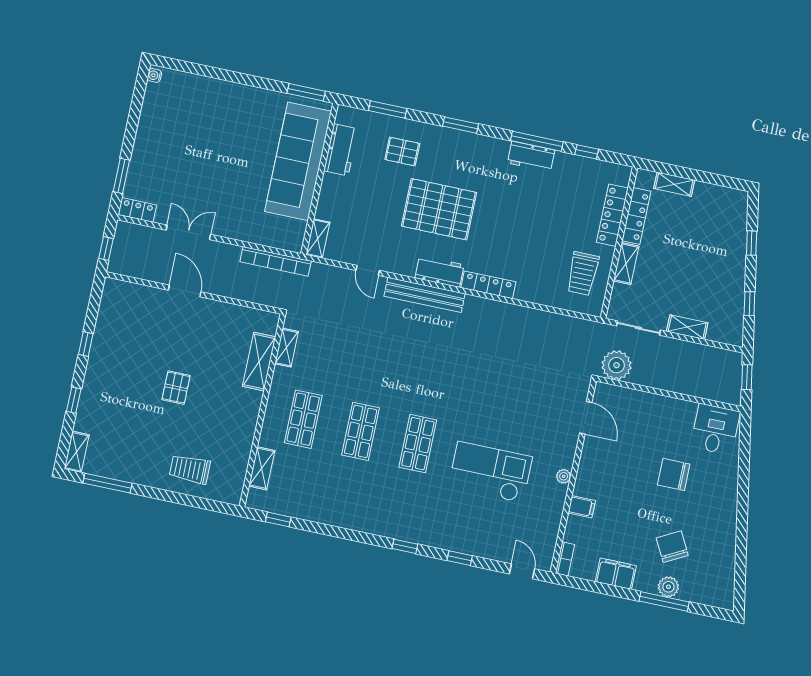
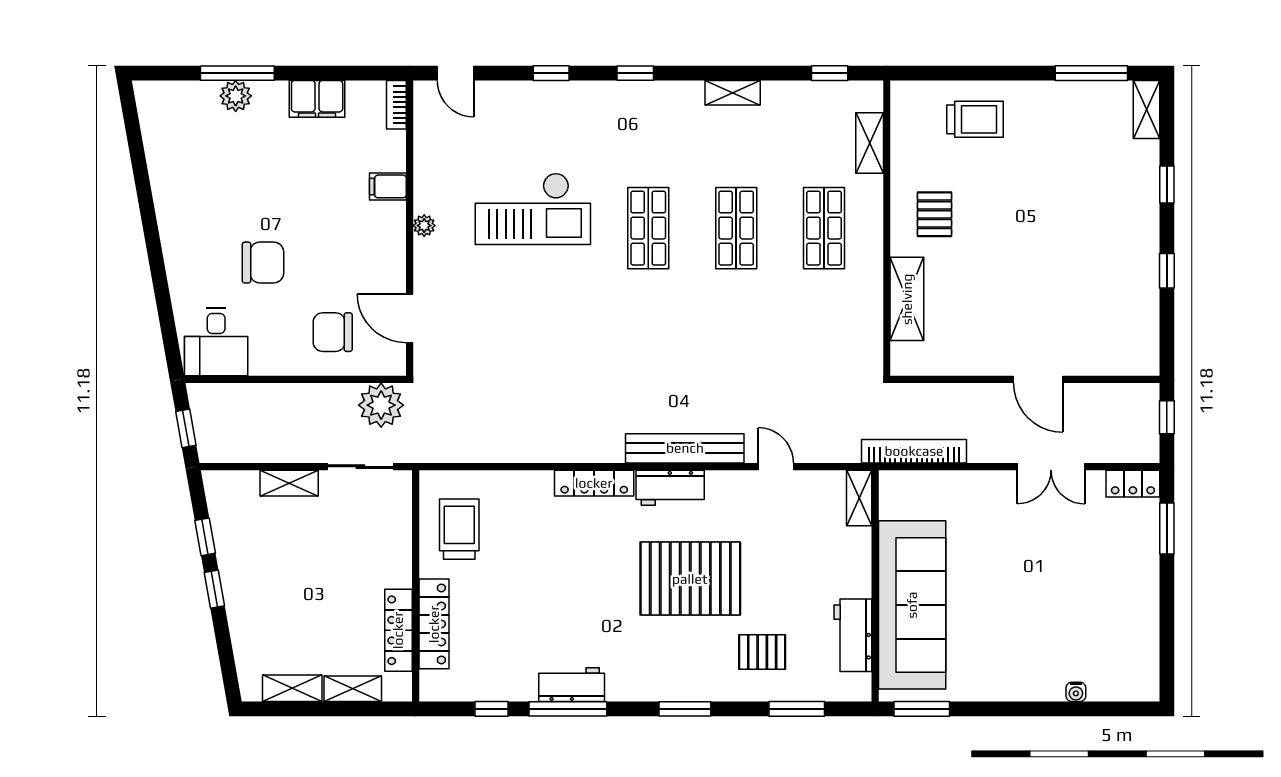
water cooler: (154, 75) -> (1076, 692), moved, turned 90
window: (752, 243) -> (214, 589), moved
shelving: (626, 264) -> (292, 688), moved, turned 90
shelving: (287, 348) -> (733, 93), moved, turned 90
pallet: (176, 388) -> (935, 214), moved
chair: (672, 547) -> (333, 332), moved, turned 118

